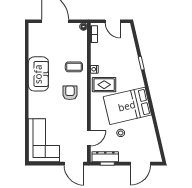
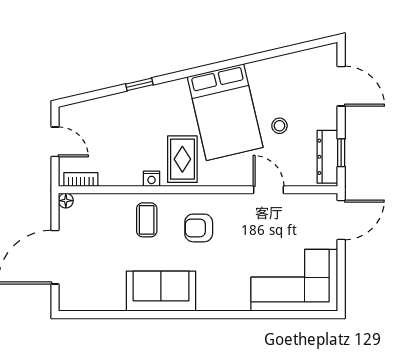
door: (113, 21) -> (55, 142), hinge flipped
door: (89, 138) -> (269, 190), moved

